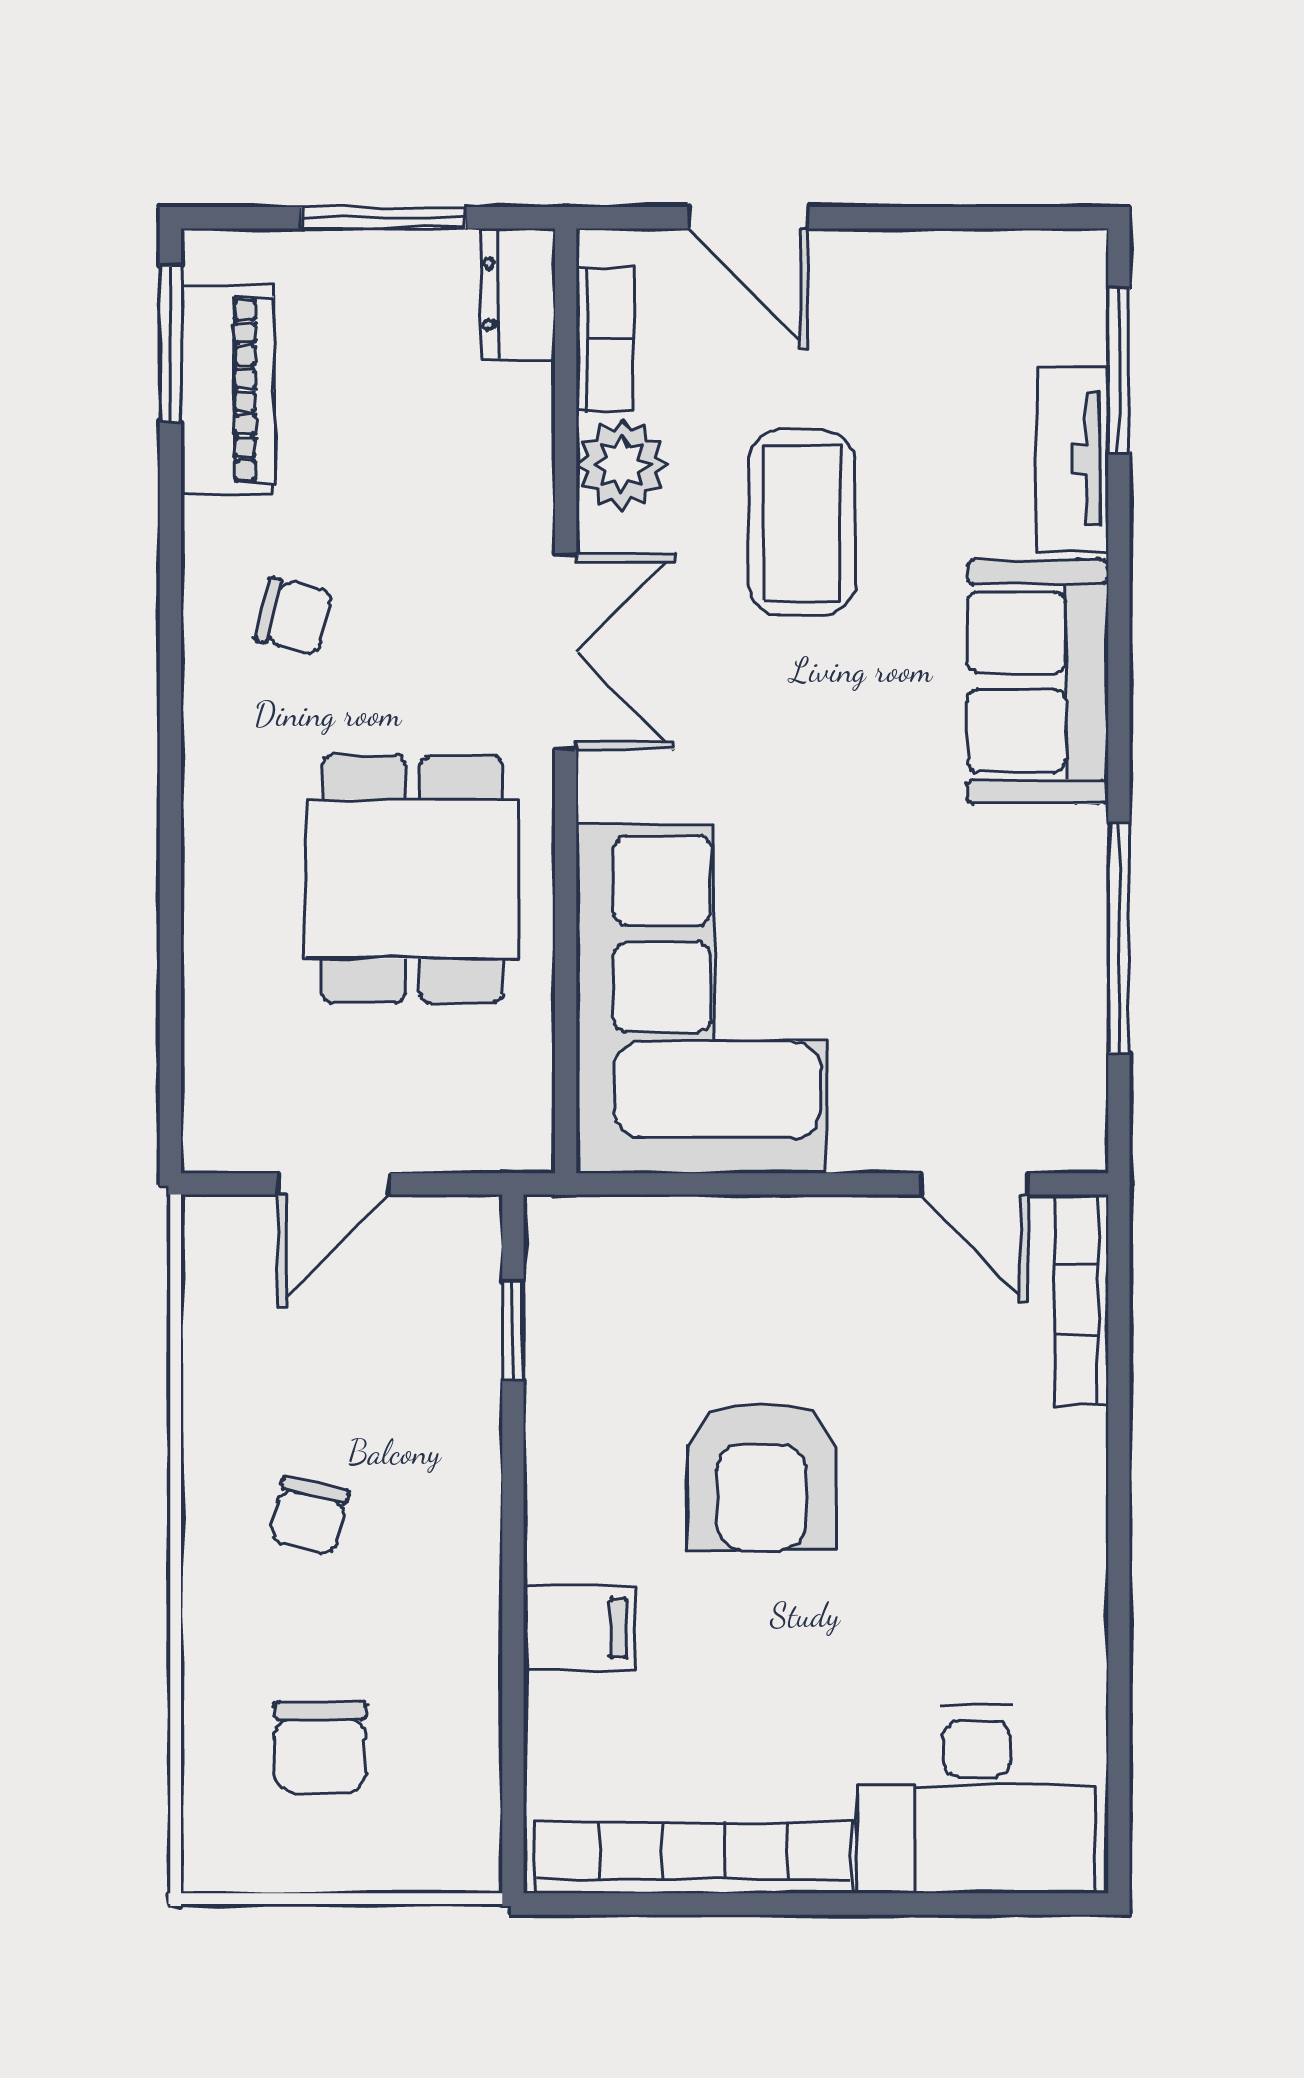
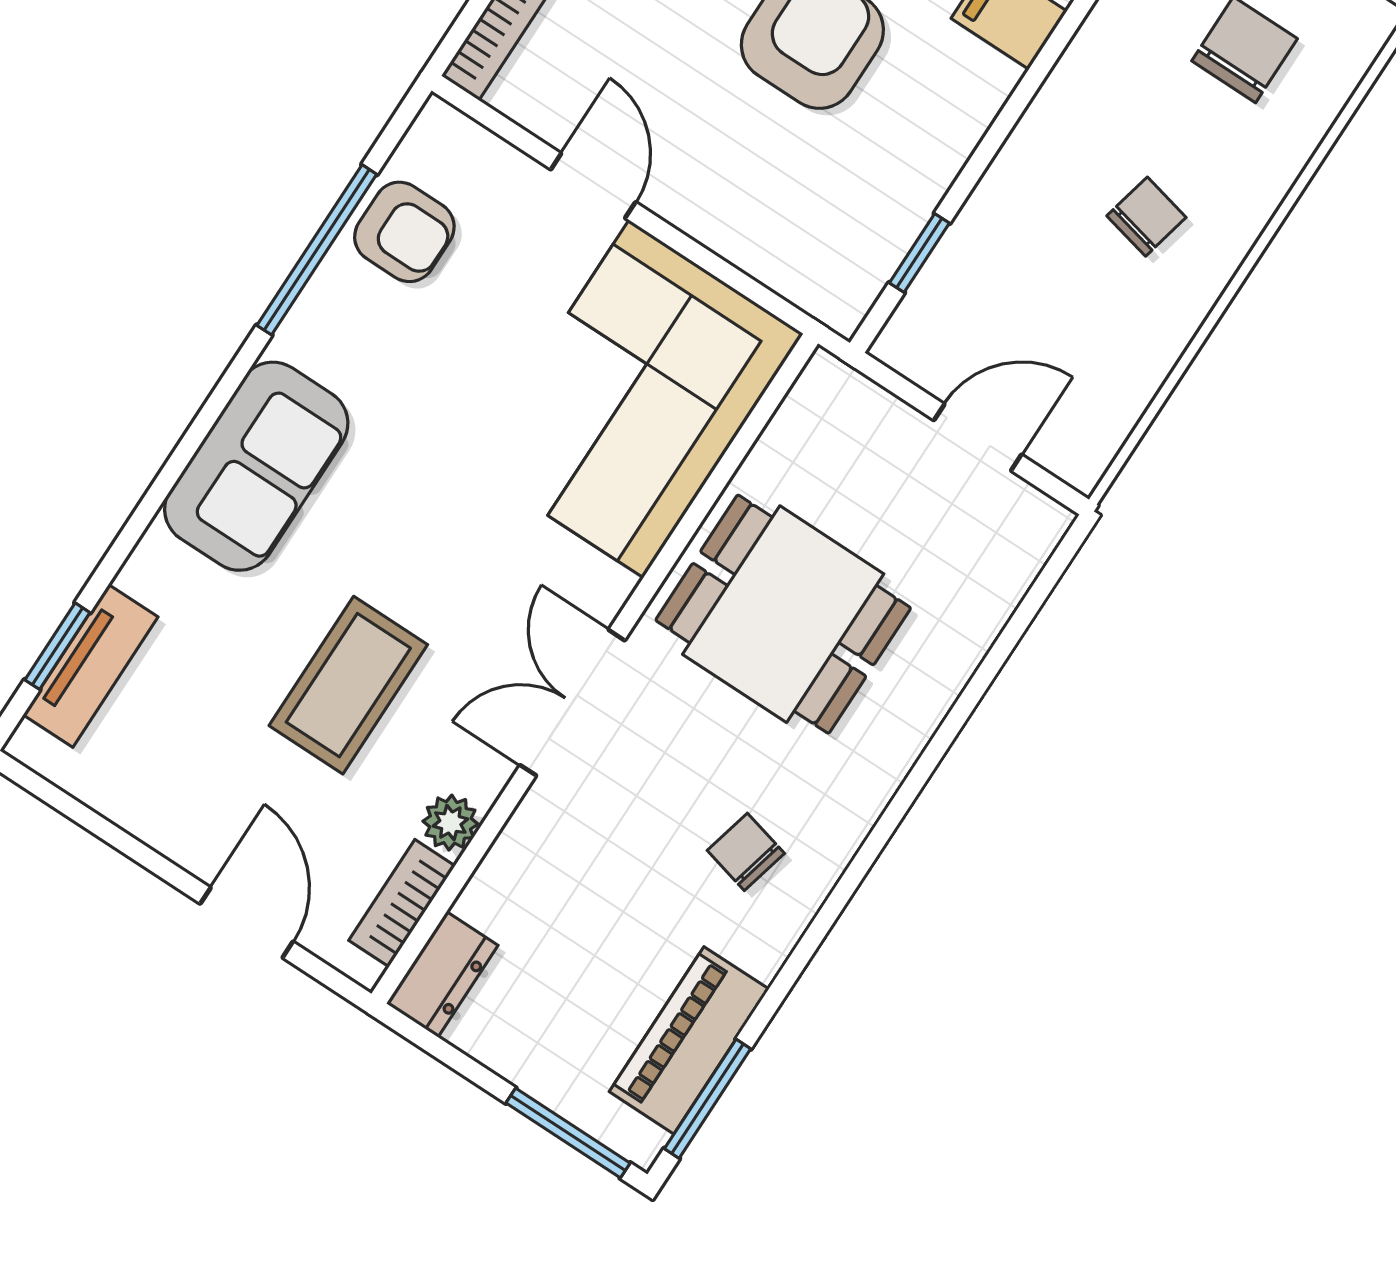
window: (384, 218) -> (568, 1133), moved
window: (1119, 371) -> (57, 646), width x0.67
tv unit: (1073, 459) -> (91, 666), moved
plant: (622, 464) -> (450, 823), width x0.73, depth x0.73
dining table: (412, 879) -> (783, 614), turned 90
armchair: (1043, 1014) -> (404, 232), added
door: (974, 1184) -> (593, 186), moved

